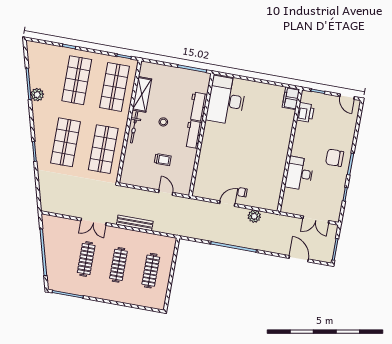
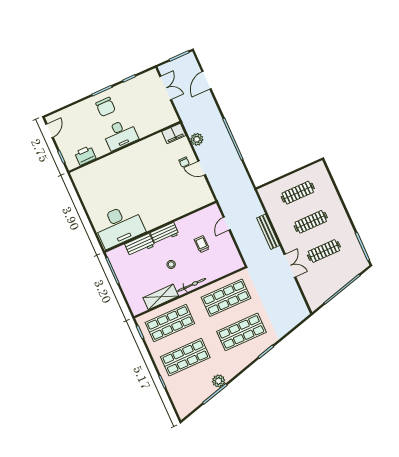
filing cabinet: (291, 98) -> (174, 134), moved
desk: (299, 173) -> (120, 134), moved

